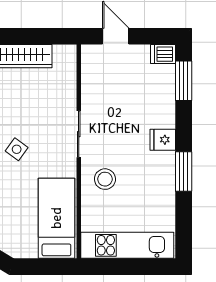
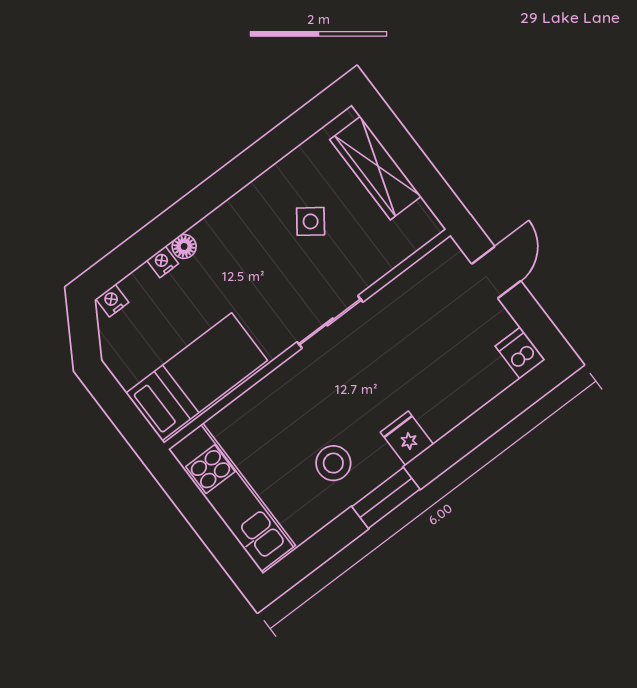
window: (184, 81) -> (506, 407), removed
side table: (17, 149) -> (311, 221), moved
stool: (105, 179) -> (333, 463), moved

